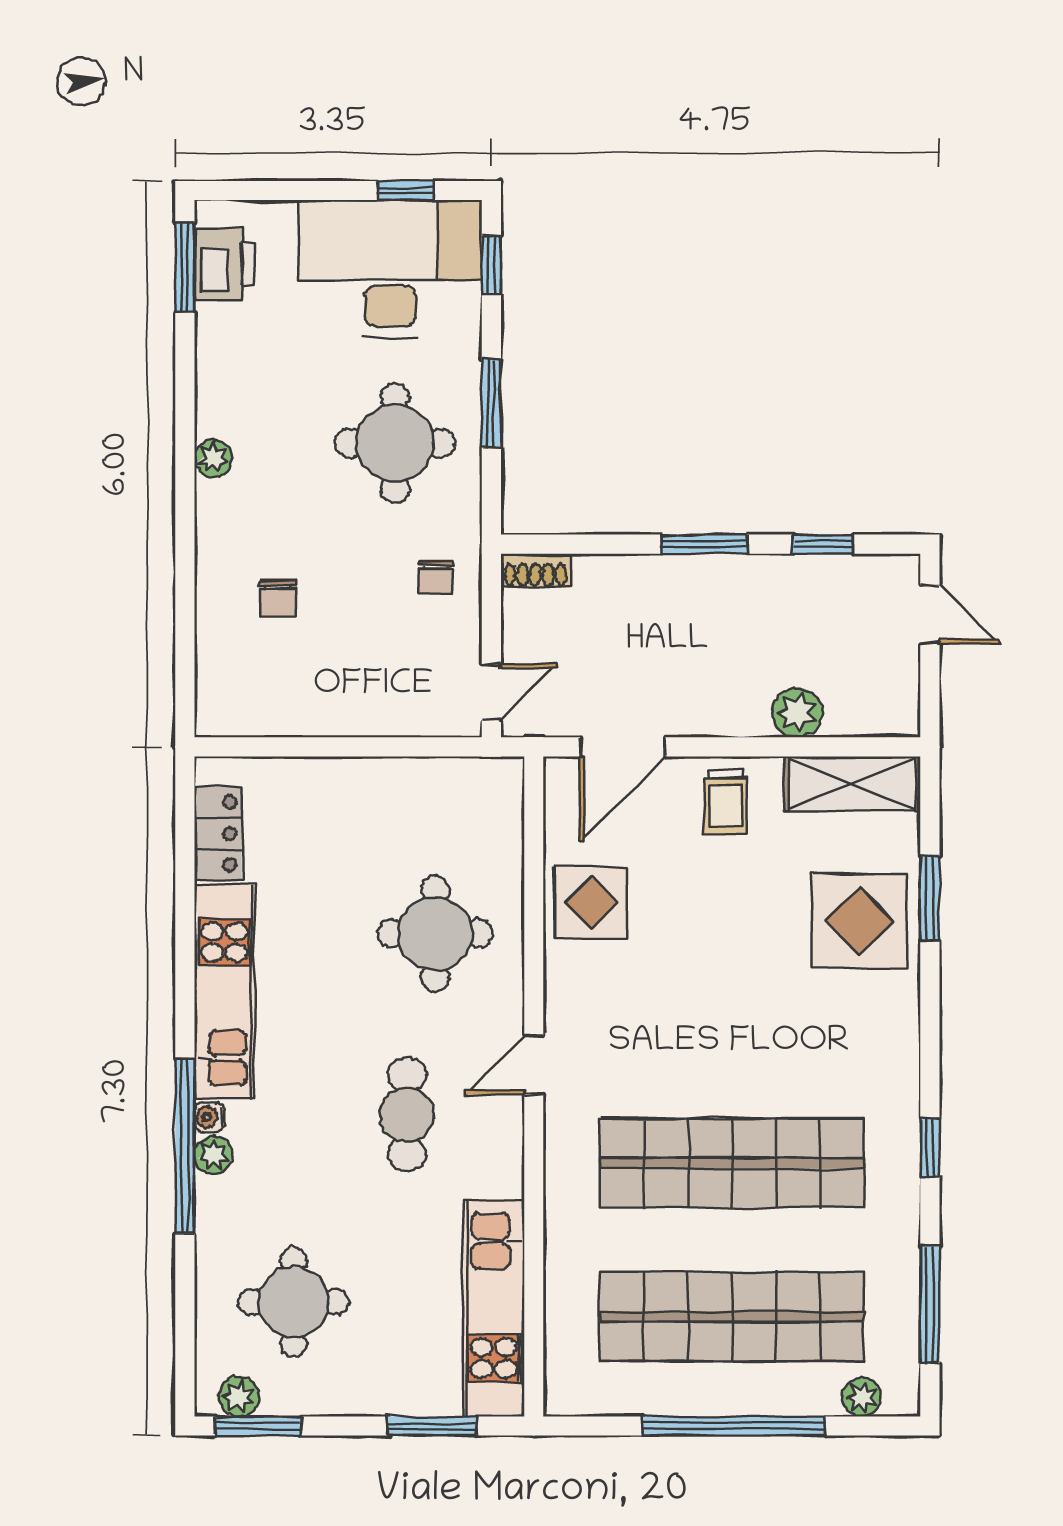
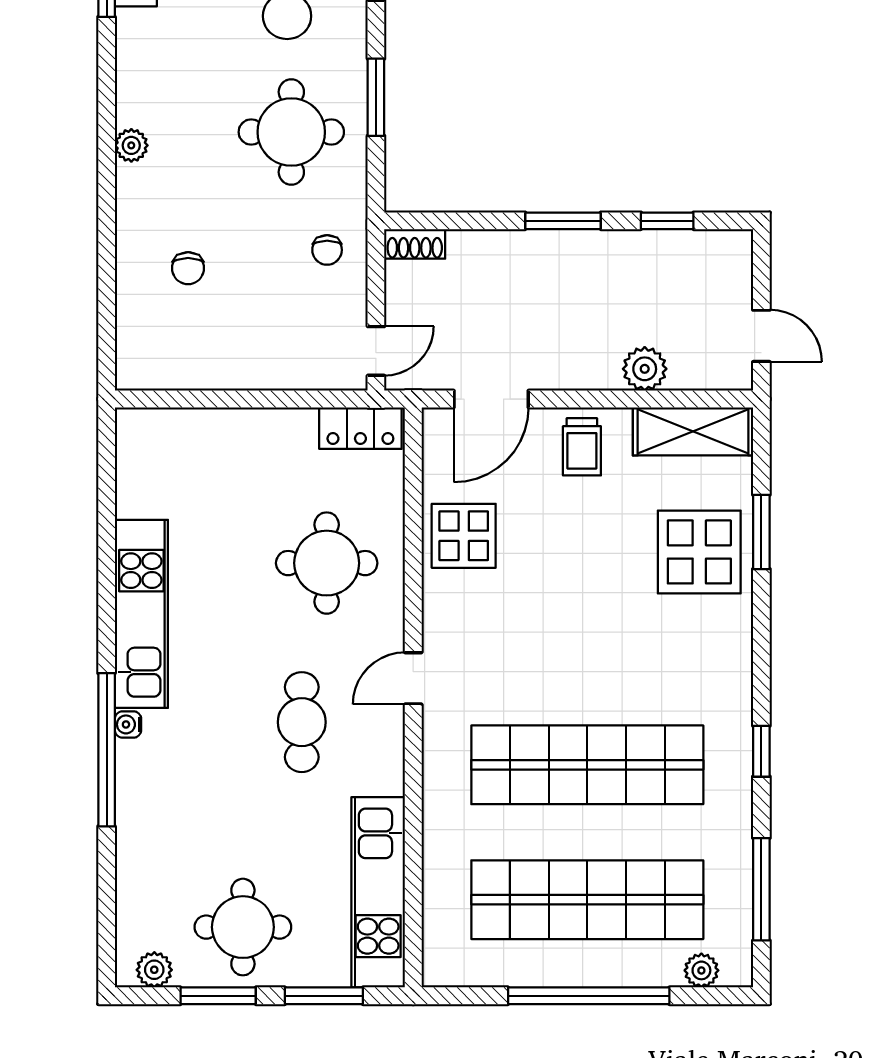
door: (930, 614) -> (761, 336), moved
locker: (218, 834) -> (360, 428), moved, turned 90
plant: (213, 1155) -> (132, 758), removed
round table: (294, 1302) -> (243, 927), moved
window: (258, 1426) -> (218, 996), moved

